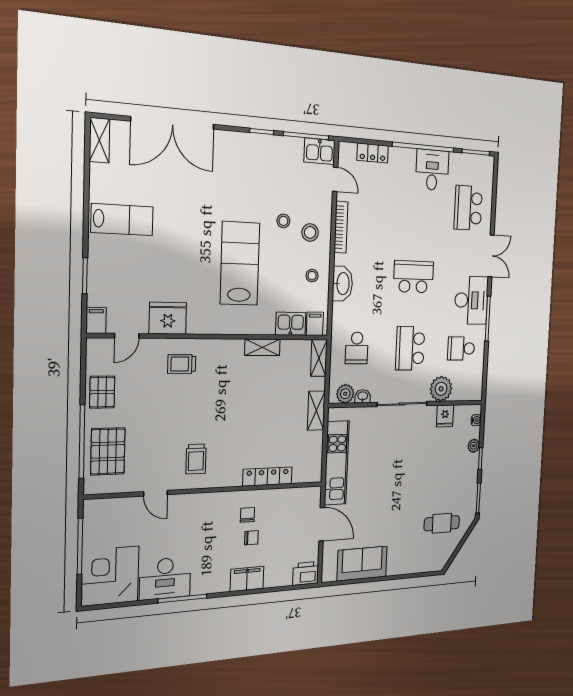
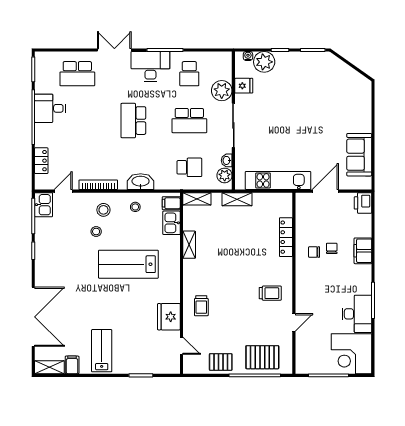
filing cabinet: (96, 320) -> (72, 365), moved, turned 90
plant: (474, 446) -> (264, 62), width x1.88, depth x1.88
cafe table: (442, 523) -> (332, 84), removed

